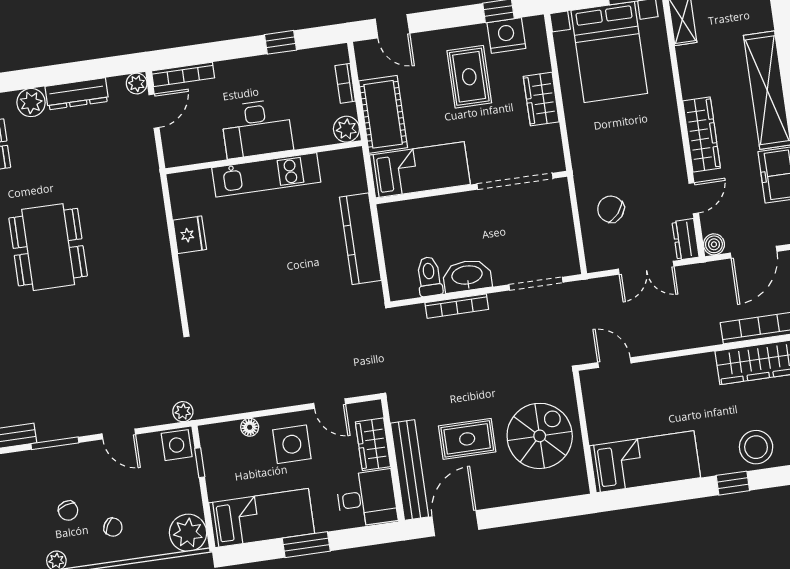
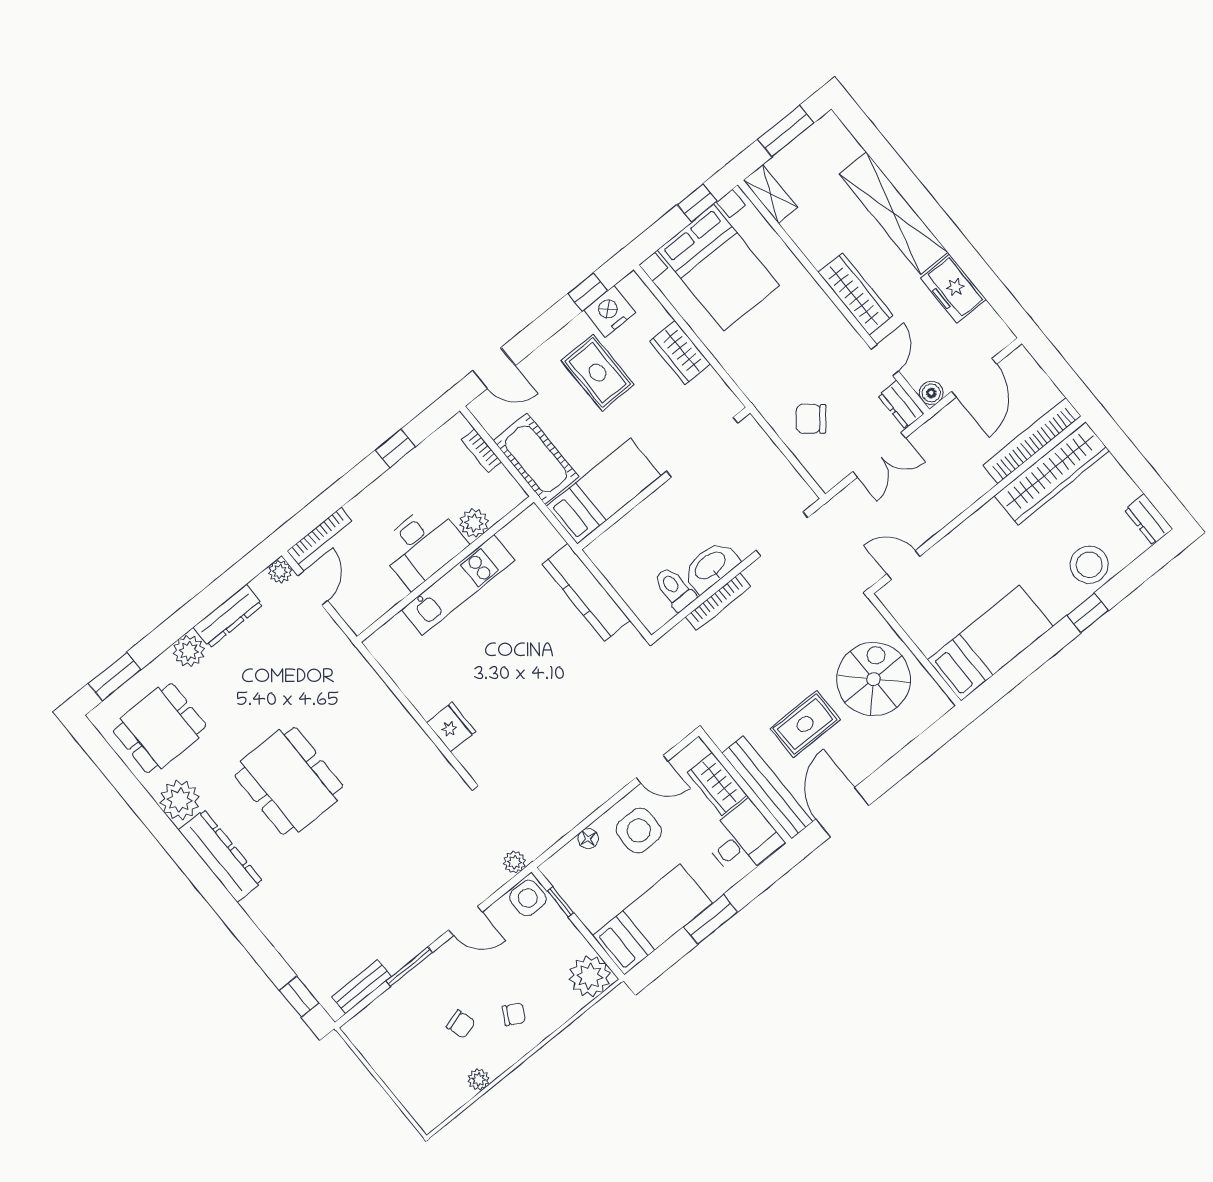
plant: (346, 129) -> (474, 523), moved
fridge: (190, 235) -> (451, 727), moved

